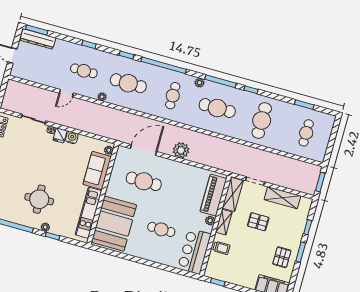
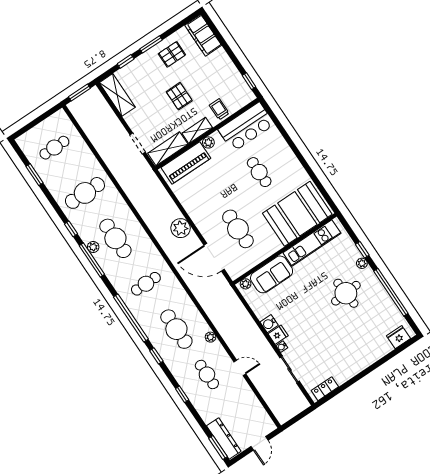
plant: (199, 83) -> (93, 247), moved
shelving: (282, 198) -> (117, 95), moved
pallet: (258, 222) -> (179, 96), moved

